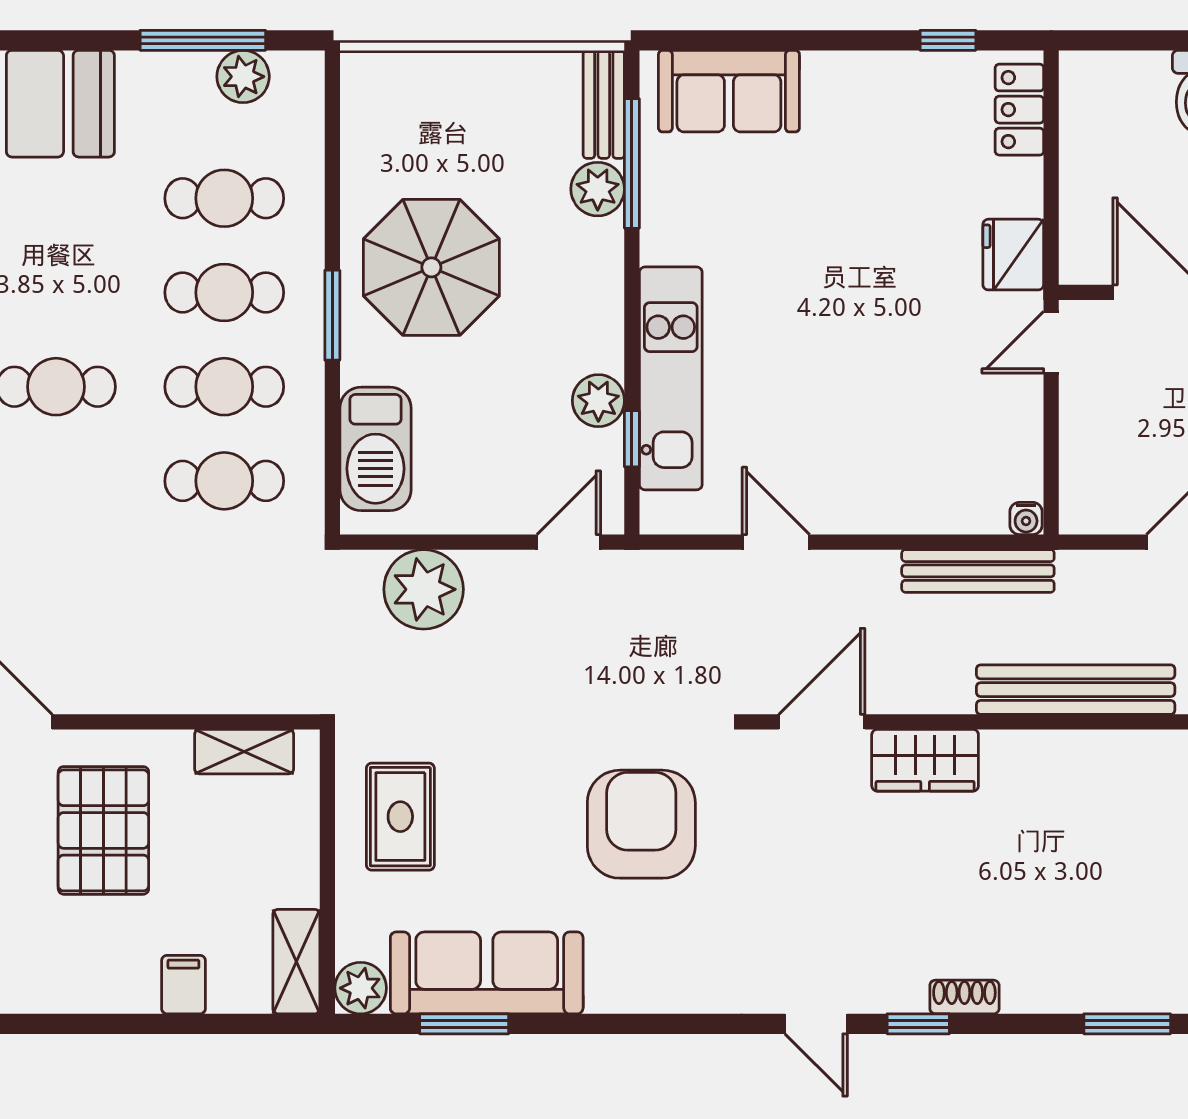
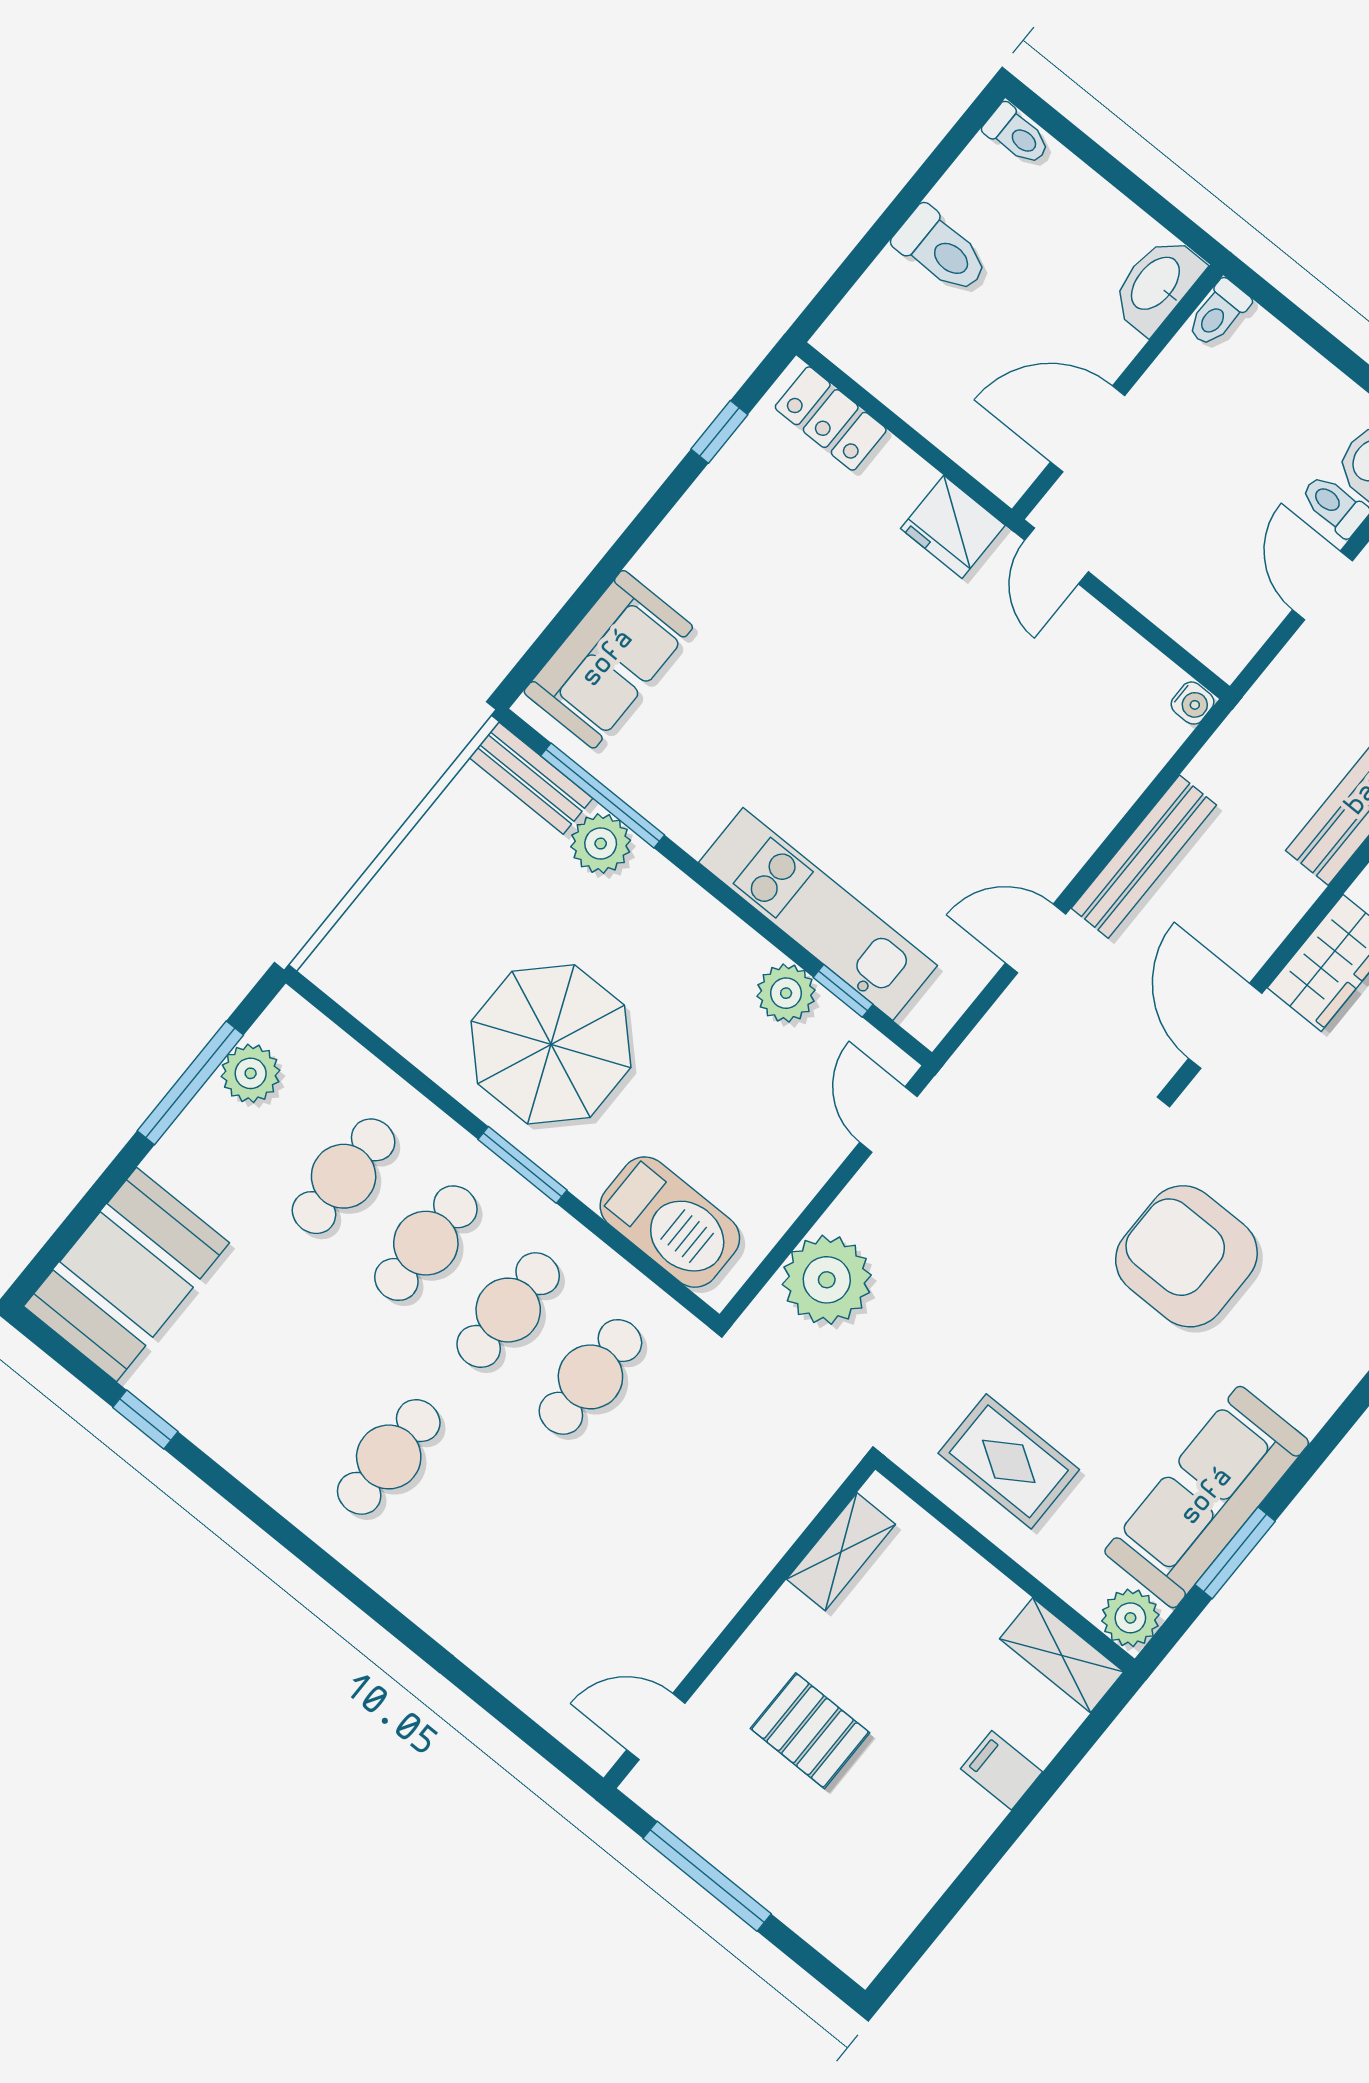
bench: (978, 571) -> (1144, 857), moved
pallet: (103, 830) -> (810, 1731), width x0.67, depth x0.71

